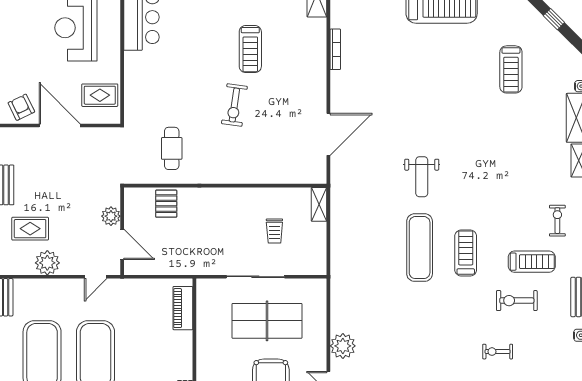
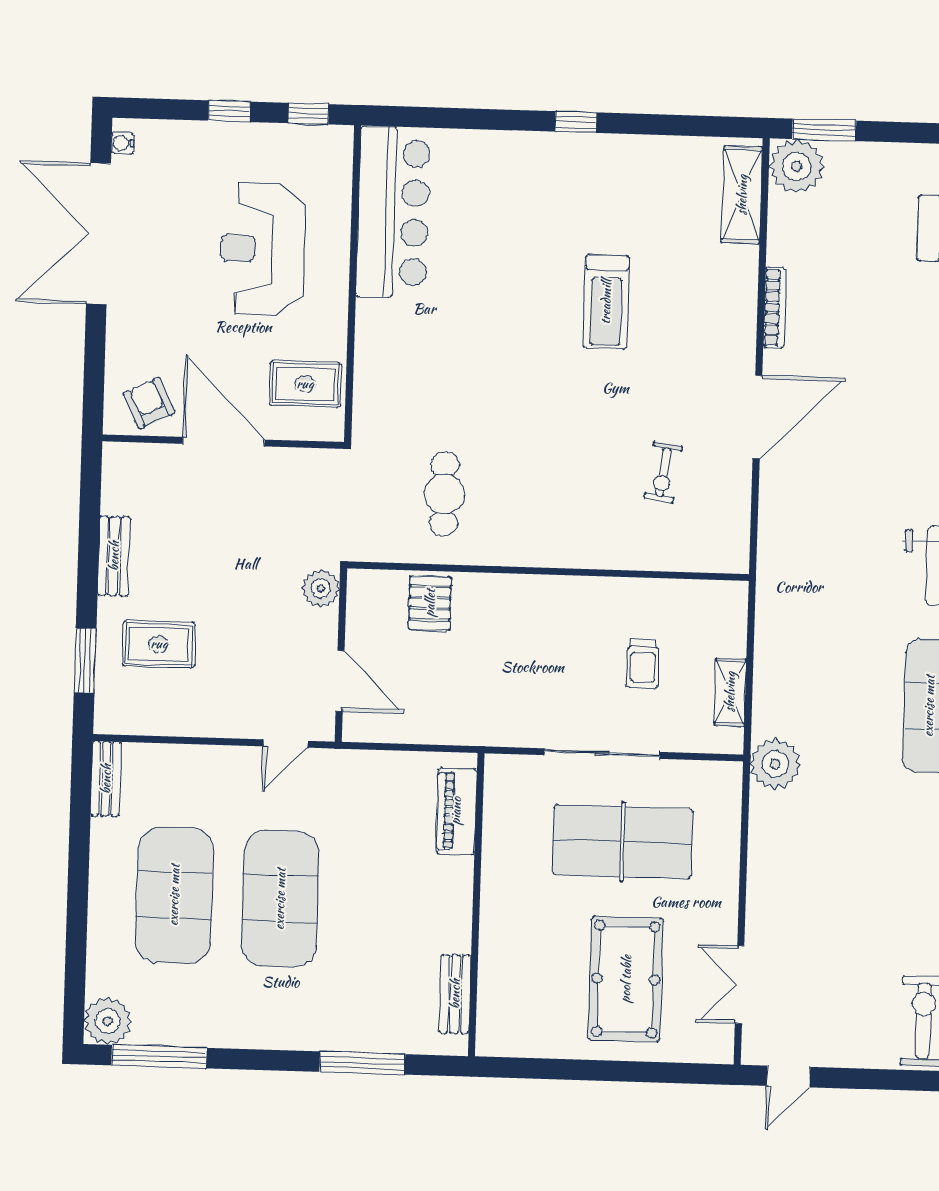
exercise bike: (234, 105) -> (663, 472), moved, width x0.73, depth x0.72
door: (328, 134) -> (757, 417), moved
shelving: (319, 204) -> (730, 692), moved
plant: (111, 216) -> (321, 588), moved
plant: (47, 263) -> (191, 713), removed
plant: (343, 346) -> (775, 764), moved

